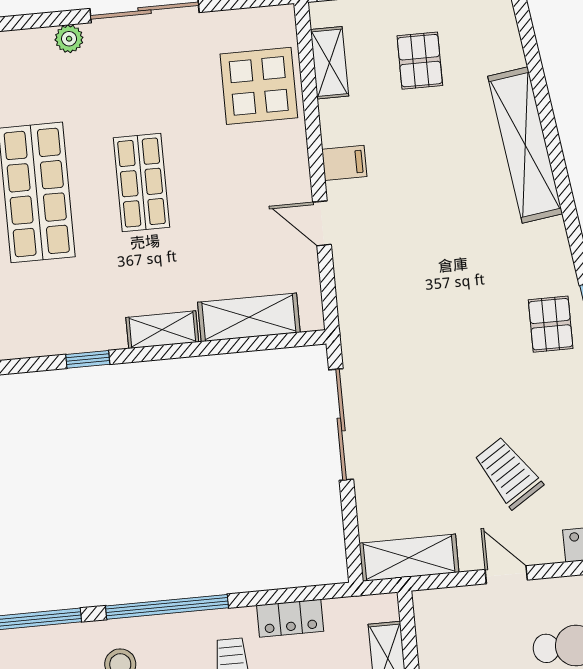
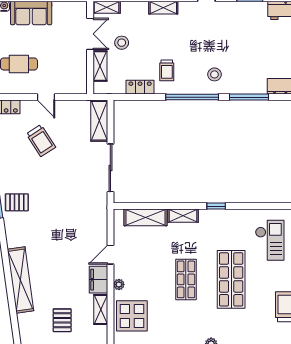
shelving: (330, 63) -> (101, 309), moved
plant: (296, 156) -> (119, 284), added
filing cabinet: (344, 163) -> (99, 280), width x2.00
door: (322, 223) -> (110, 255), swing flipped
pallet: (551, 324) -> (17, 202), turned 90
shelving: (409, 558) -> (99, 121), moved, turned 90

